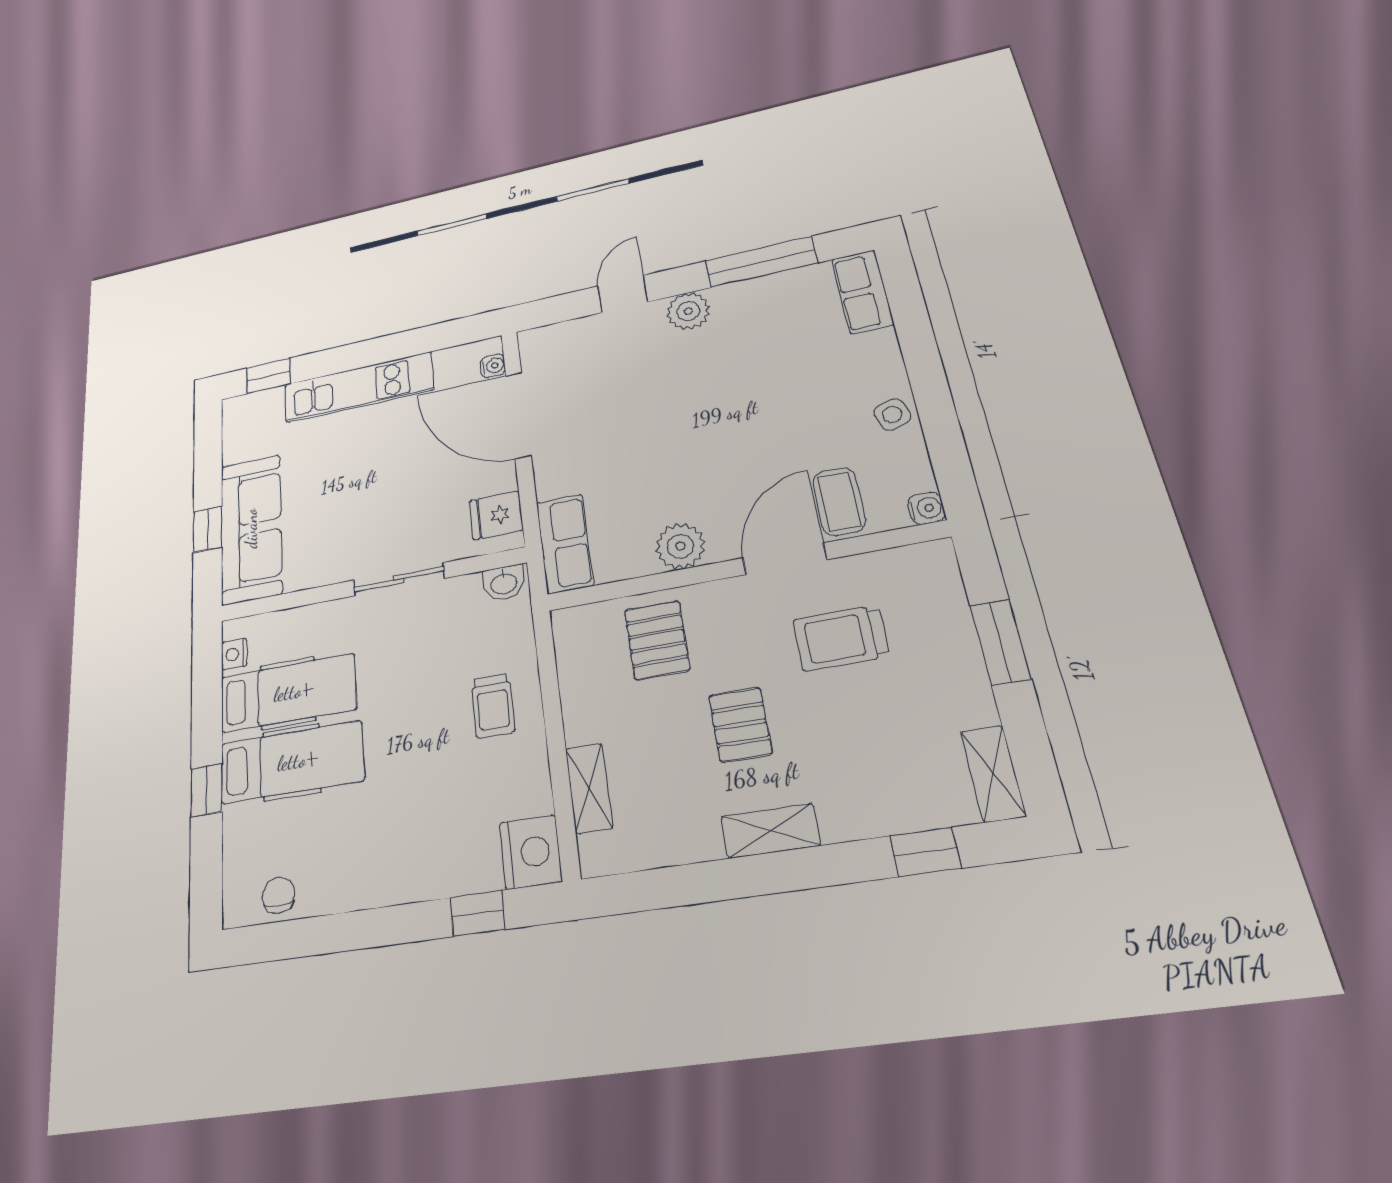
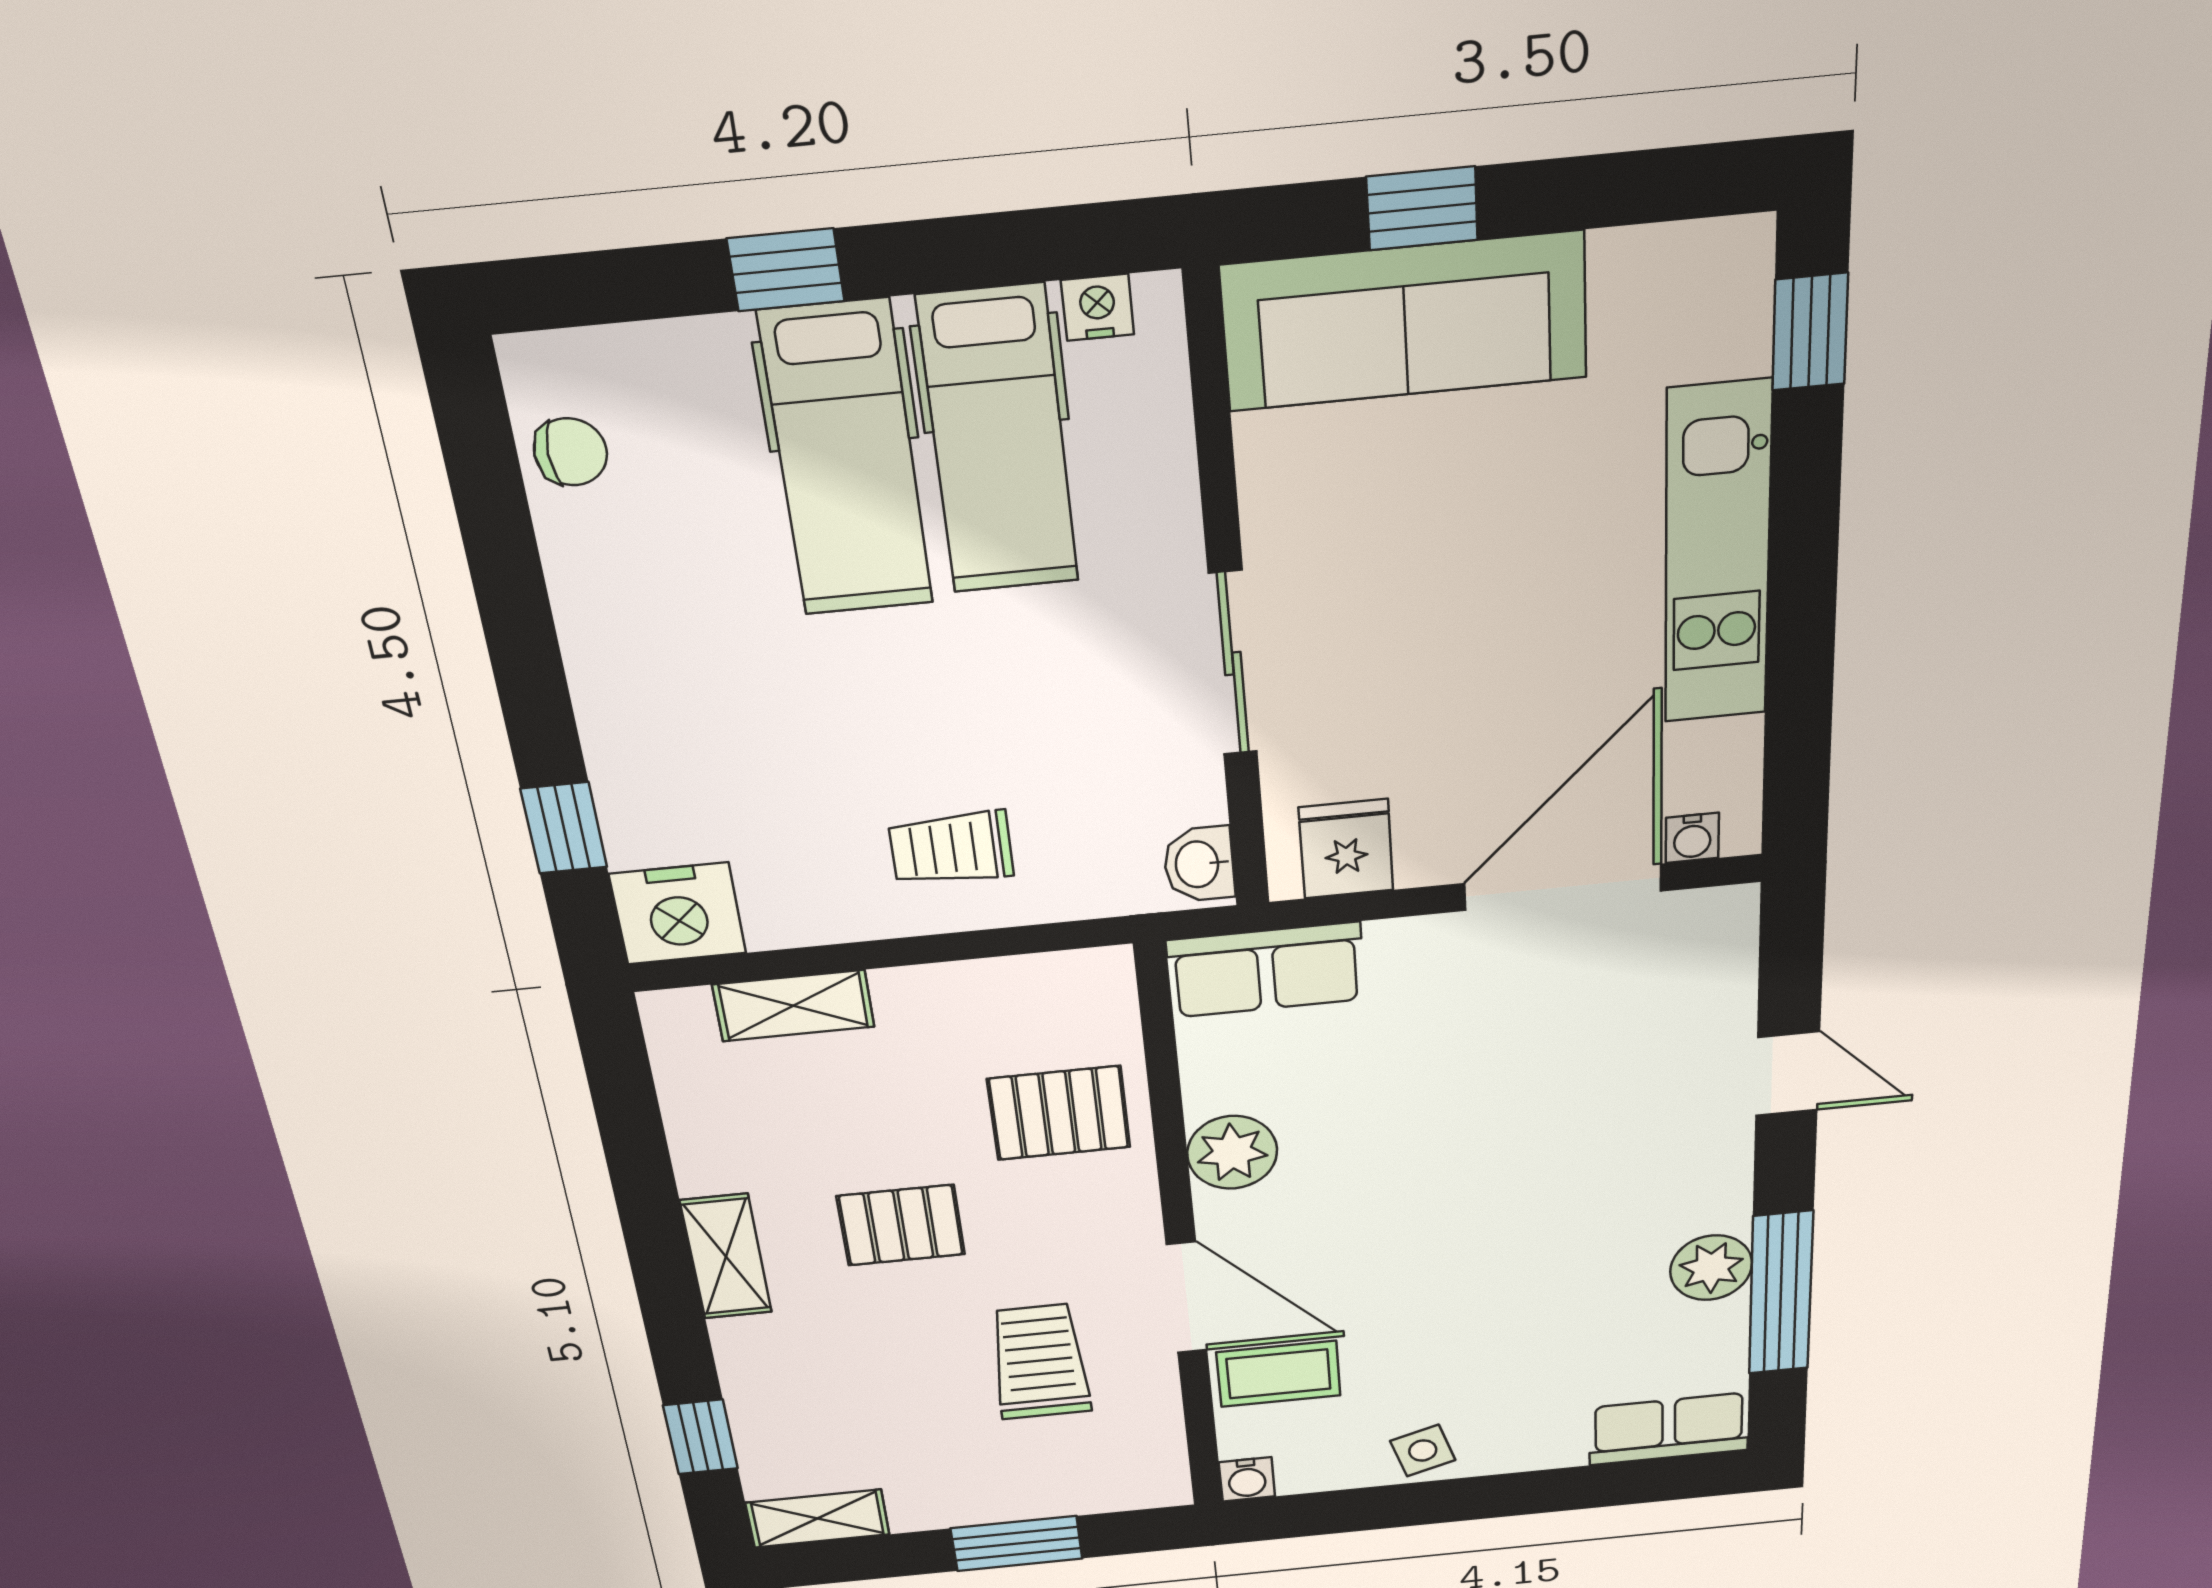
plant: (688, 311) -> (1711, 1268), moved

